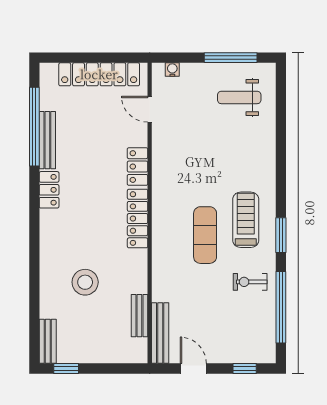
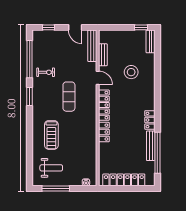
door: (150, 109) -> (98, 78), moved
treadmill: (246, 220) -> (51, 135), moved

